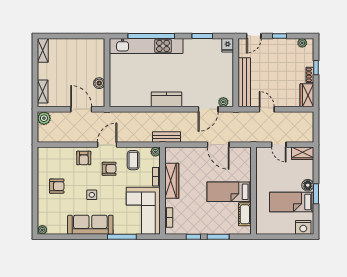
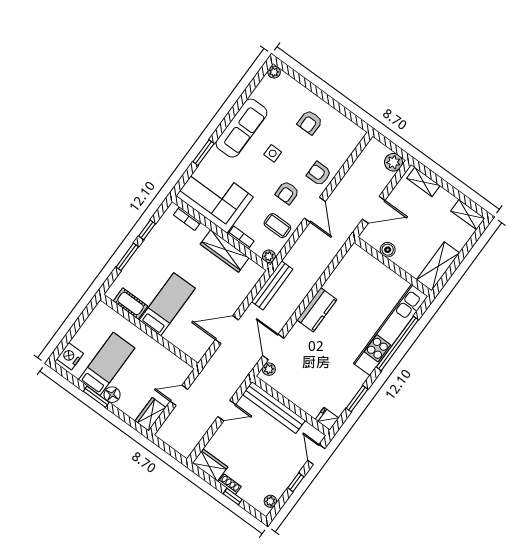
shelving: (87, 45) -> (438, 266), added
bench: (166, 137) -> (272, 285), width x1.36
window: (122, 237) -> (203, 153), width x0.69

